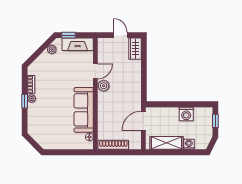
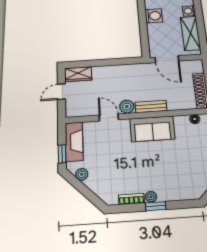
bench: (102, 104) -> (151, 107), added
sofa: (84, 110) -> (152, 129), width x0.73

